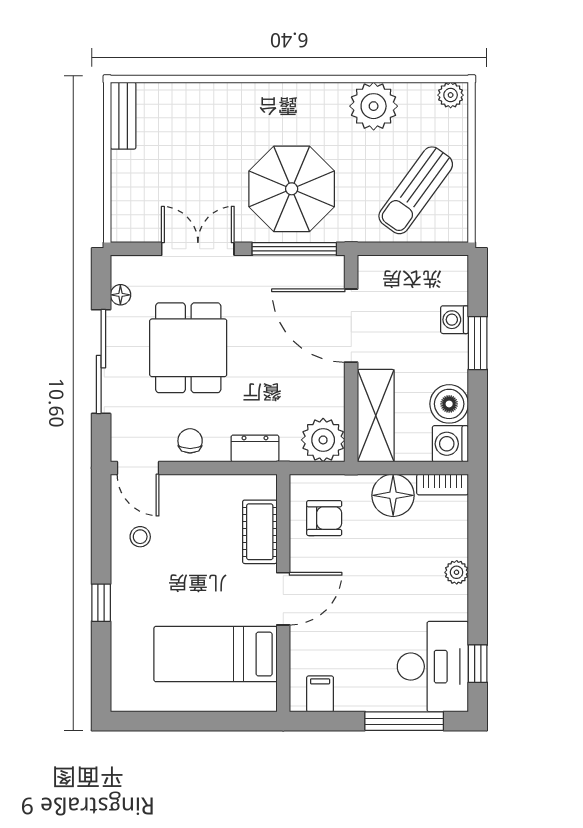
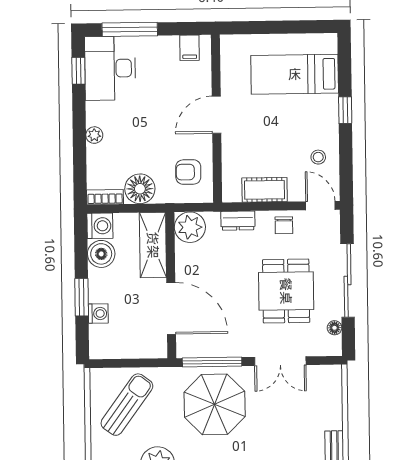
cot: (260, 532) -> (265, 190), moved, turned 90
bed: (215, 654) -> (295, 74), moved, turned 180

